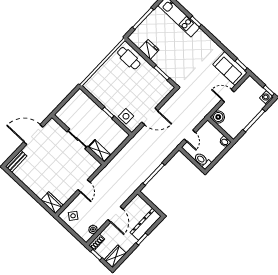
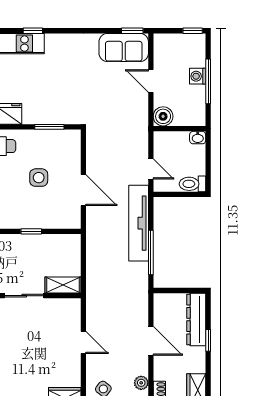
door: (228, 96) -> (151, 81), hinge flipped
washing machine: (266, 98) -> (198, 76), moved
side table: (126, 116) -> (39, 178), moved
door: (150, 116) -> (83, 190), hinge flipped
tv unit: (161, 155) -> (139, 223), added

